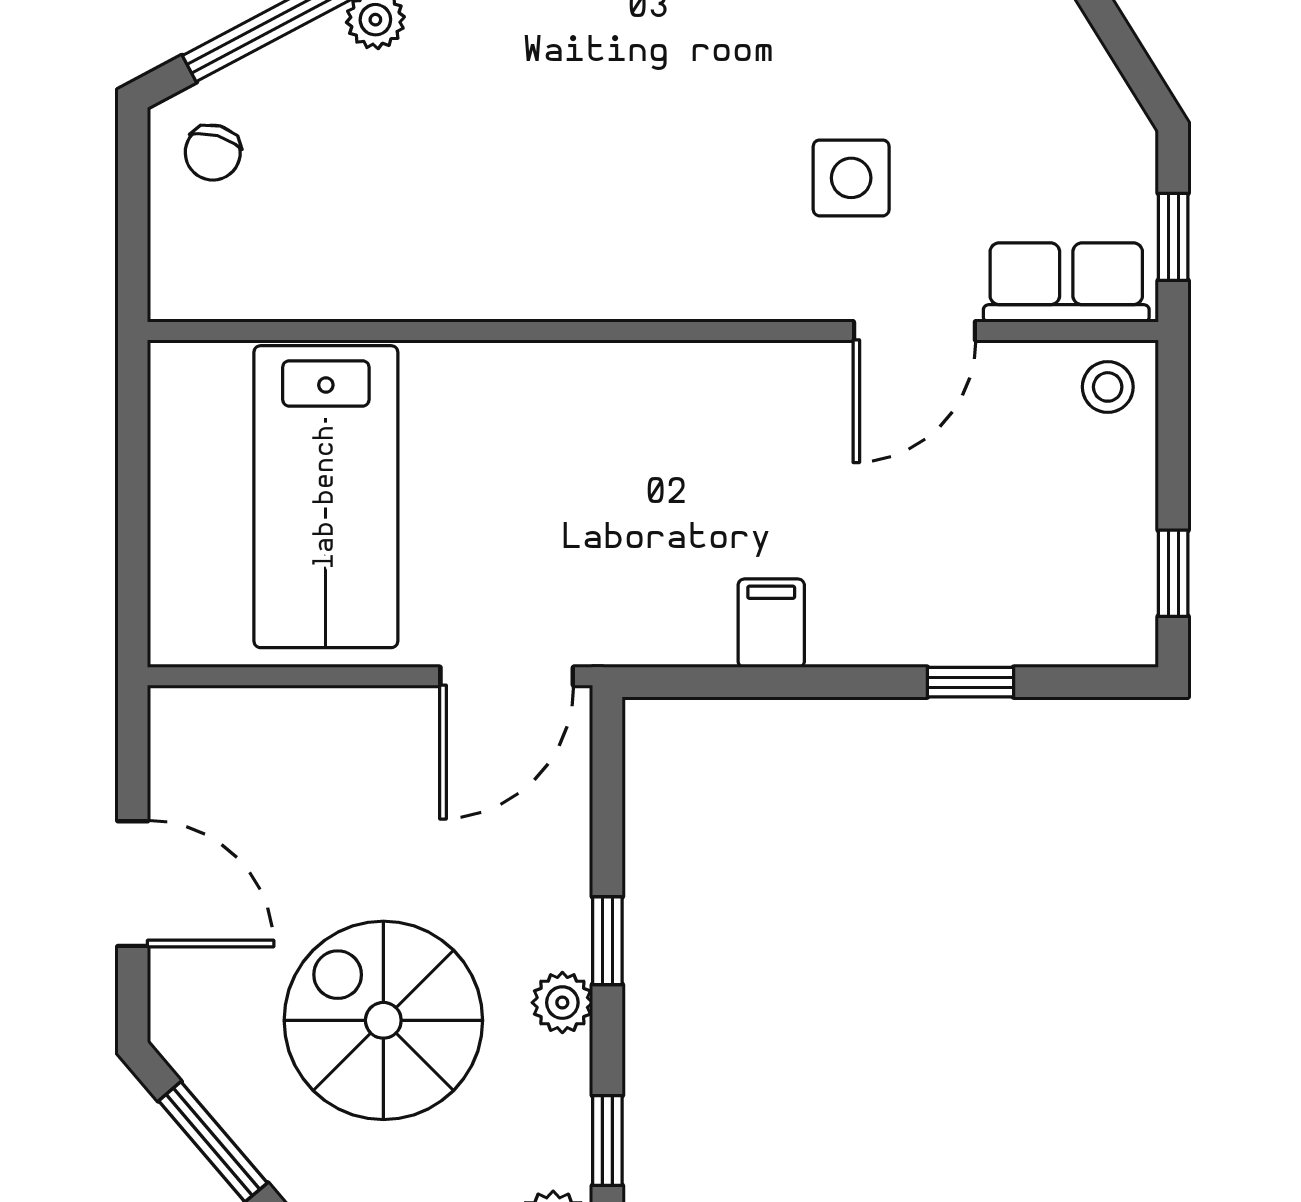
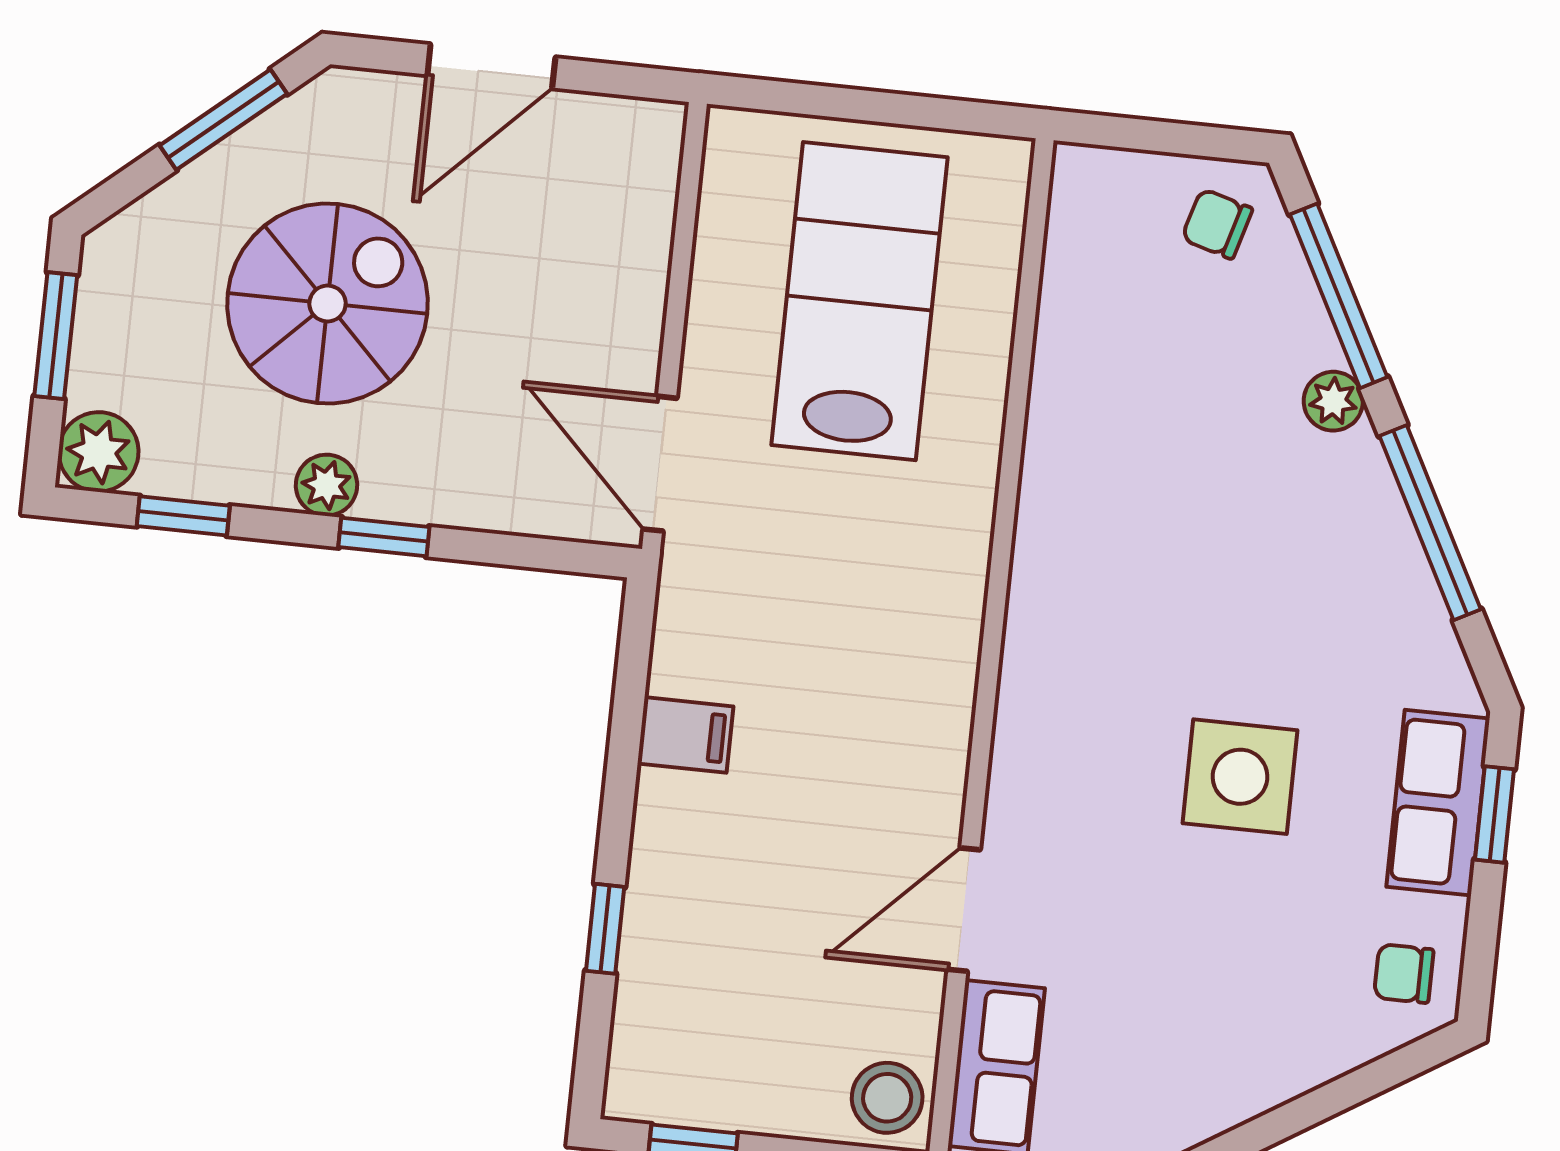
side table: (851, 178) -> (1240, 777), moved, width x1.37, depth x1.37
door: (914, 331) -> (964, 910), hinge flipped
stool: (1108, 387) -> (887, 1098), width x1.37, depth x1.37
lab bench: (326, 497) -> (859, 301), turned 90

